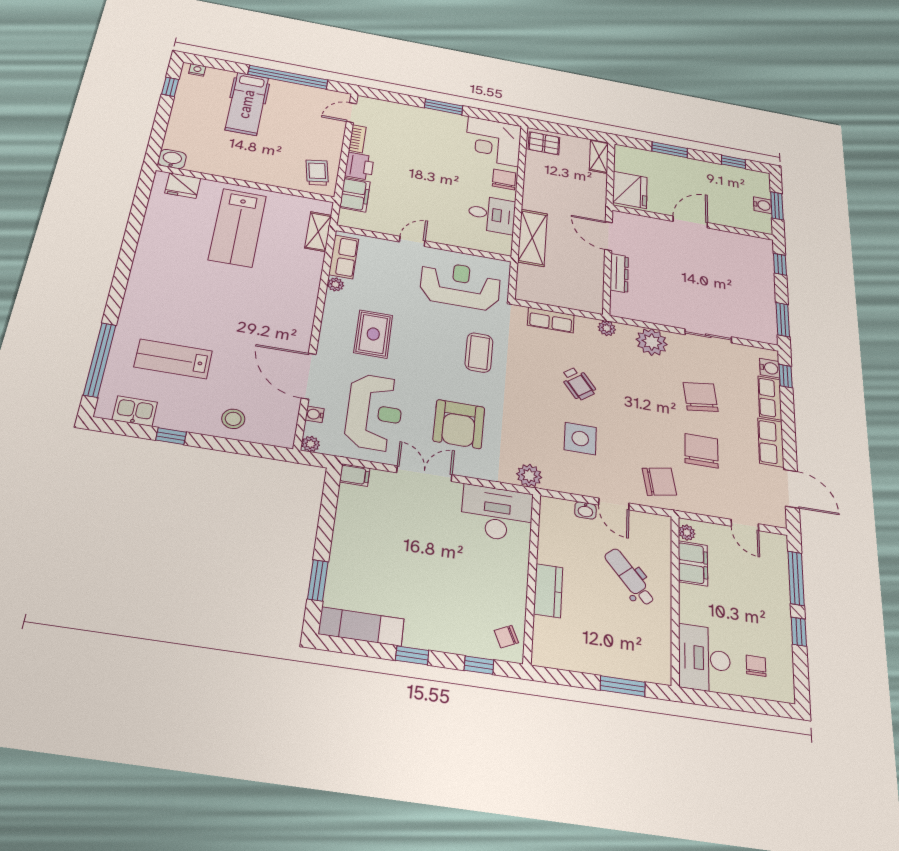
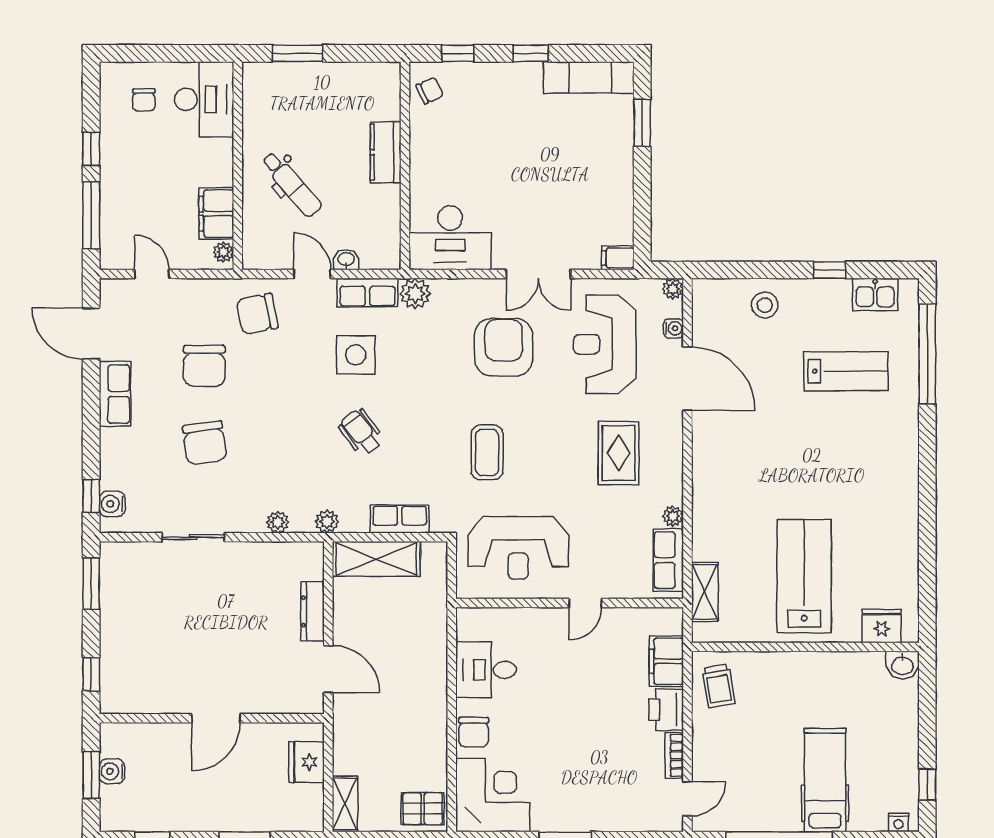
fridge: (630, 190) -> (307, 762), width x0.73, depth x0.75
shelving: (532, 238) -> (376, 559), moved, turned 90
plant: (652, 342) -> (278, 522), width x0.53, depth x0.53
row of seats: (770, 398) -> (368, 293), moved, turned 90

